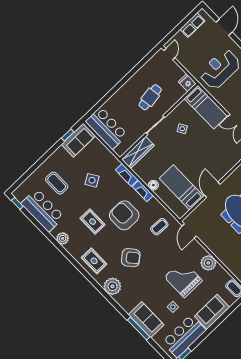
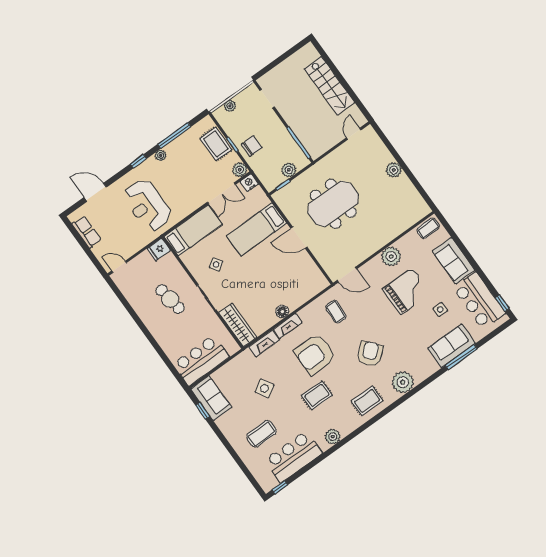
bed: (181, 187) -> (257, 229), moved
grand piano: (183, 279) -> (407, 291), turned 180

